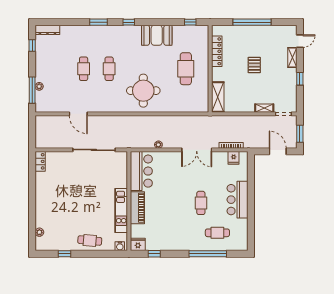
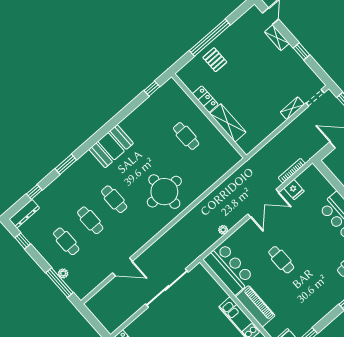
window: (129, 22) -> (34, 192), moved
booth: (157, 35) -> (111, 146), moved
locker: (217, 51) -> (205, 99), width x0.66
pallet: (254, 65) -> (215, 60), moved
cafe table: (58, 69) -> (66, 241), added
cafe table: (186, 69) -> (186, 136), width x0.73, depth x0.74
shelving: (218, 97) -> (228, 123), moved
fridge: (234, 158) -> (294, 190), moved
cafe table: (201, 203) -> (281, 260), moved

